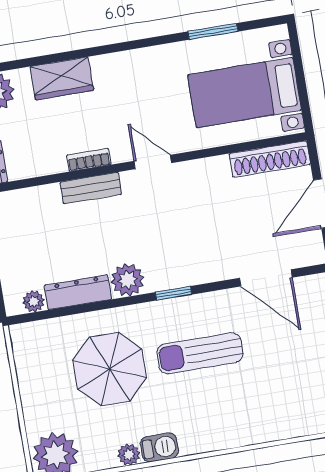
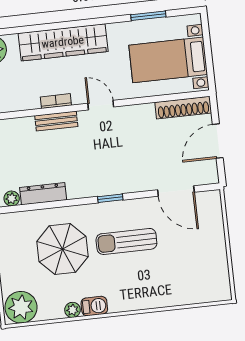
wardrobe: (62, 78) -> (63, 42), width x2.10, depth x1.17
plant: (128, 280) -> (79, 187), removed

